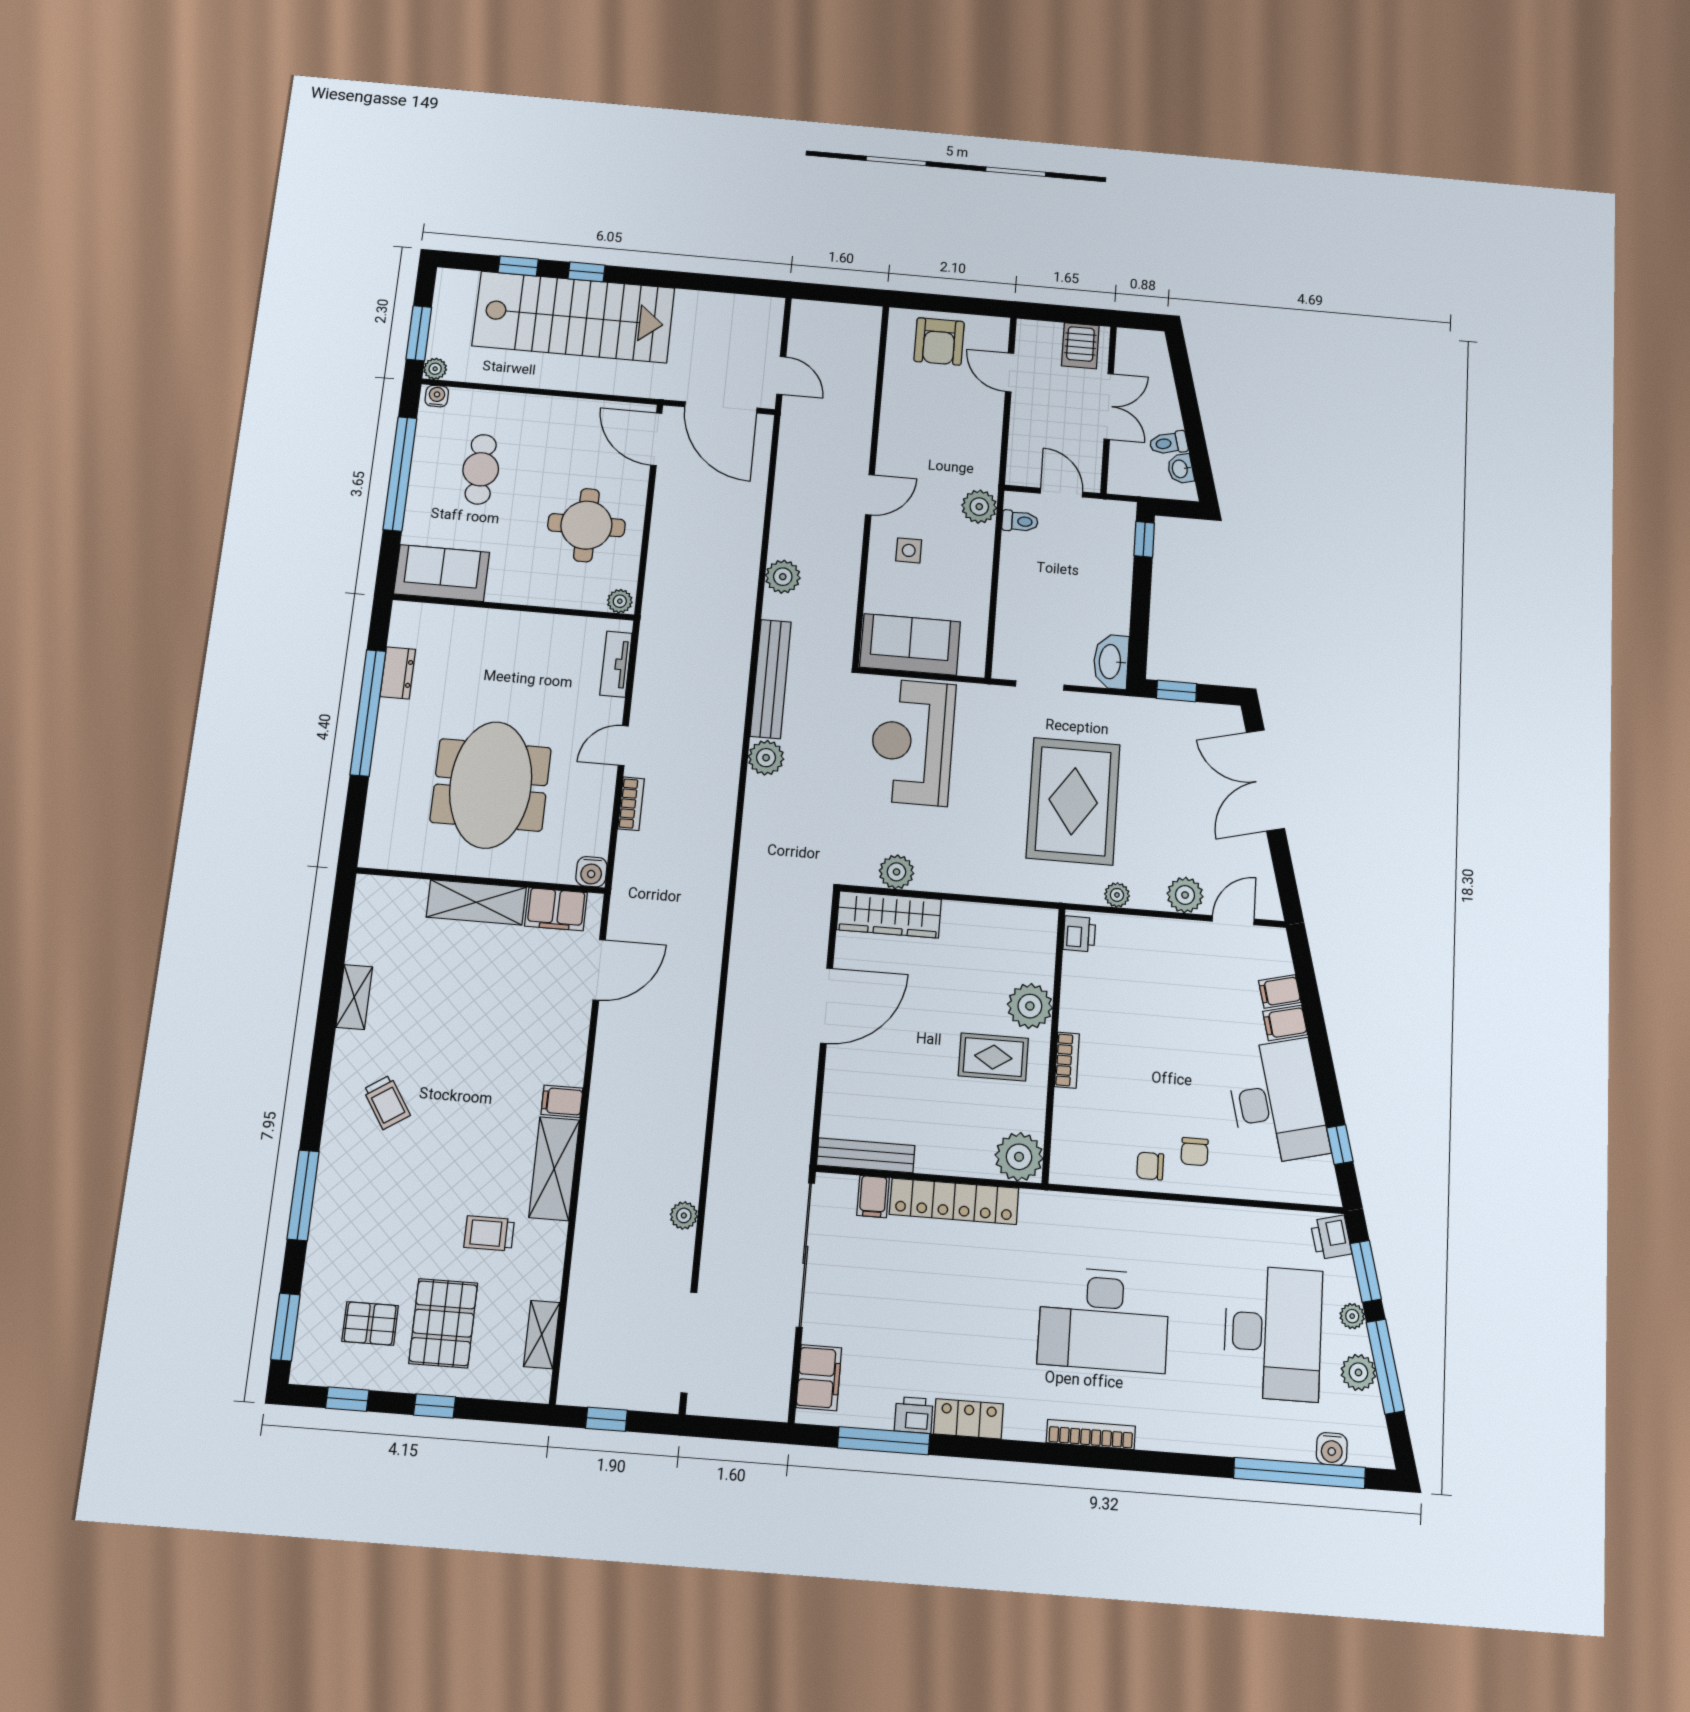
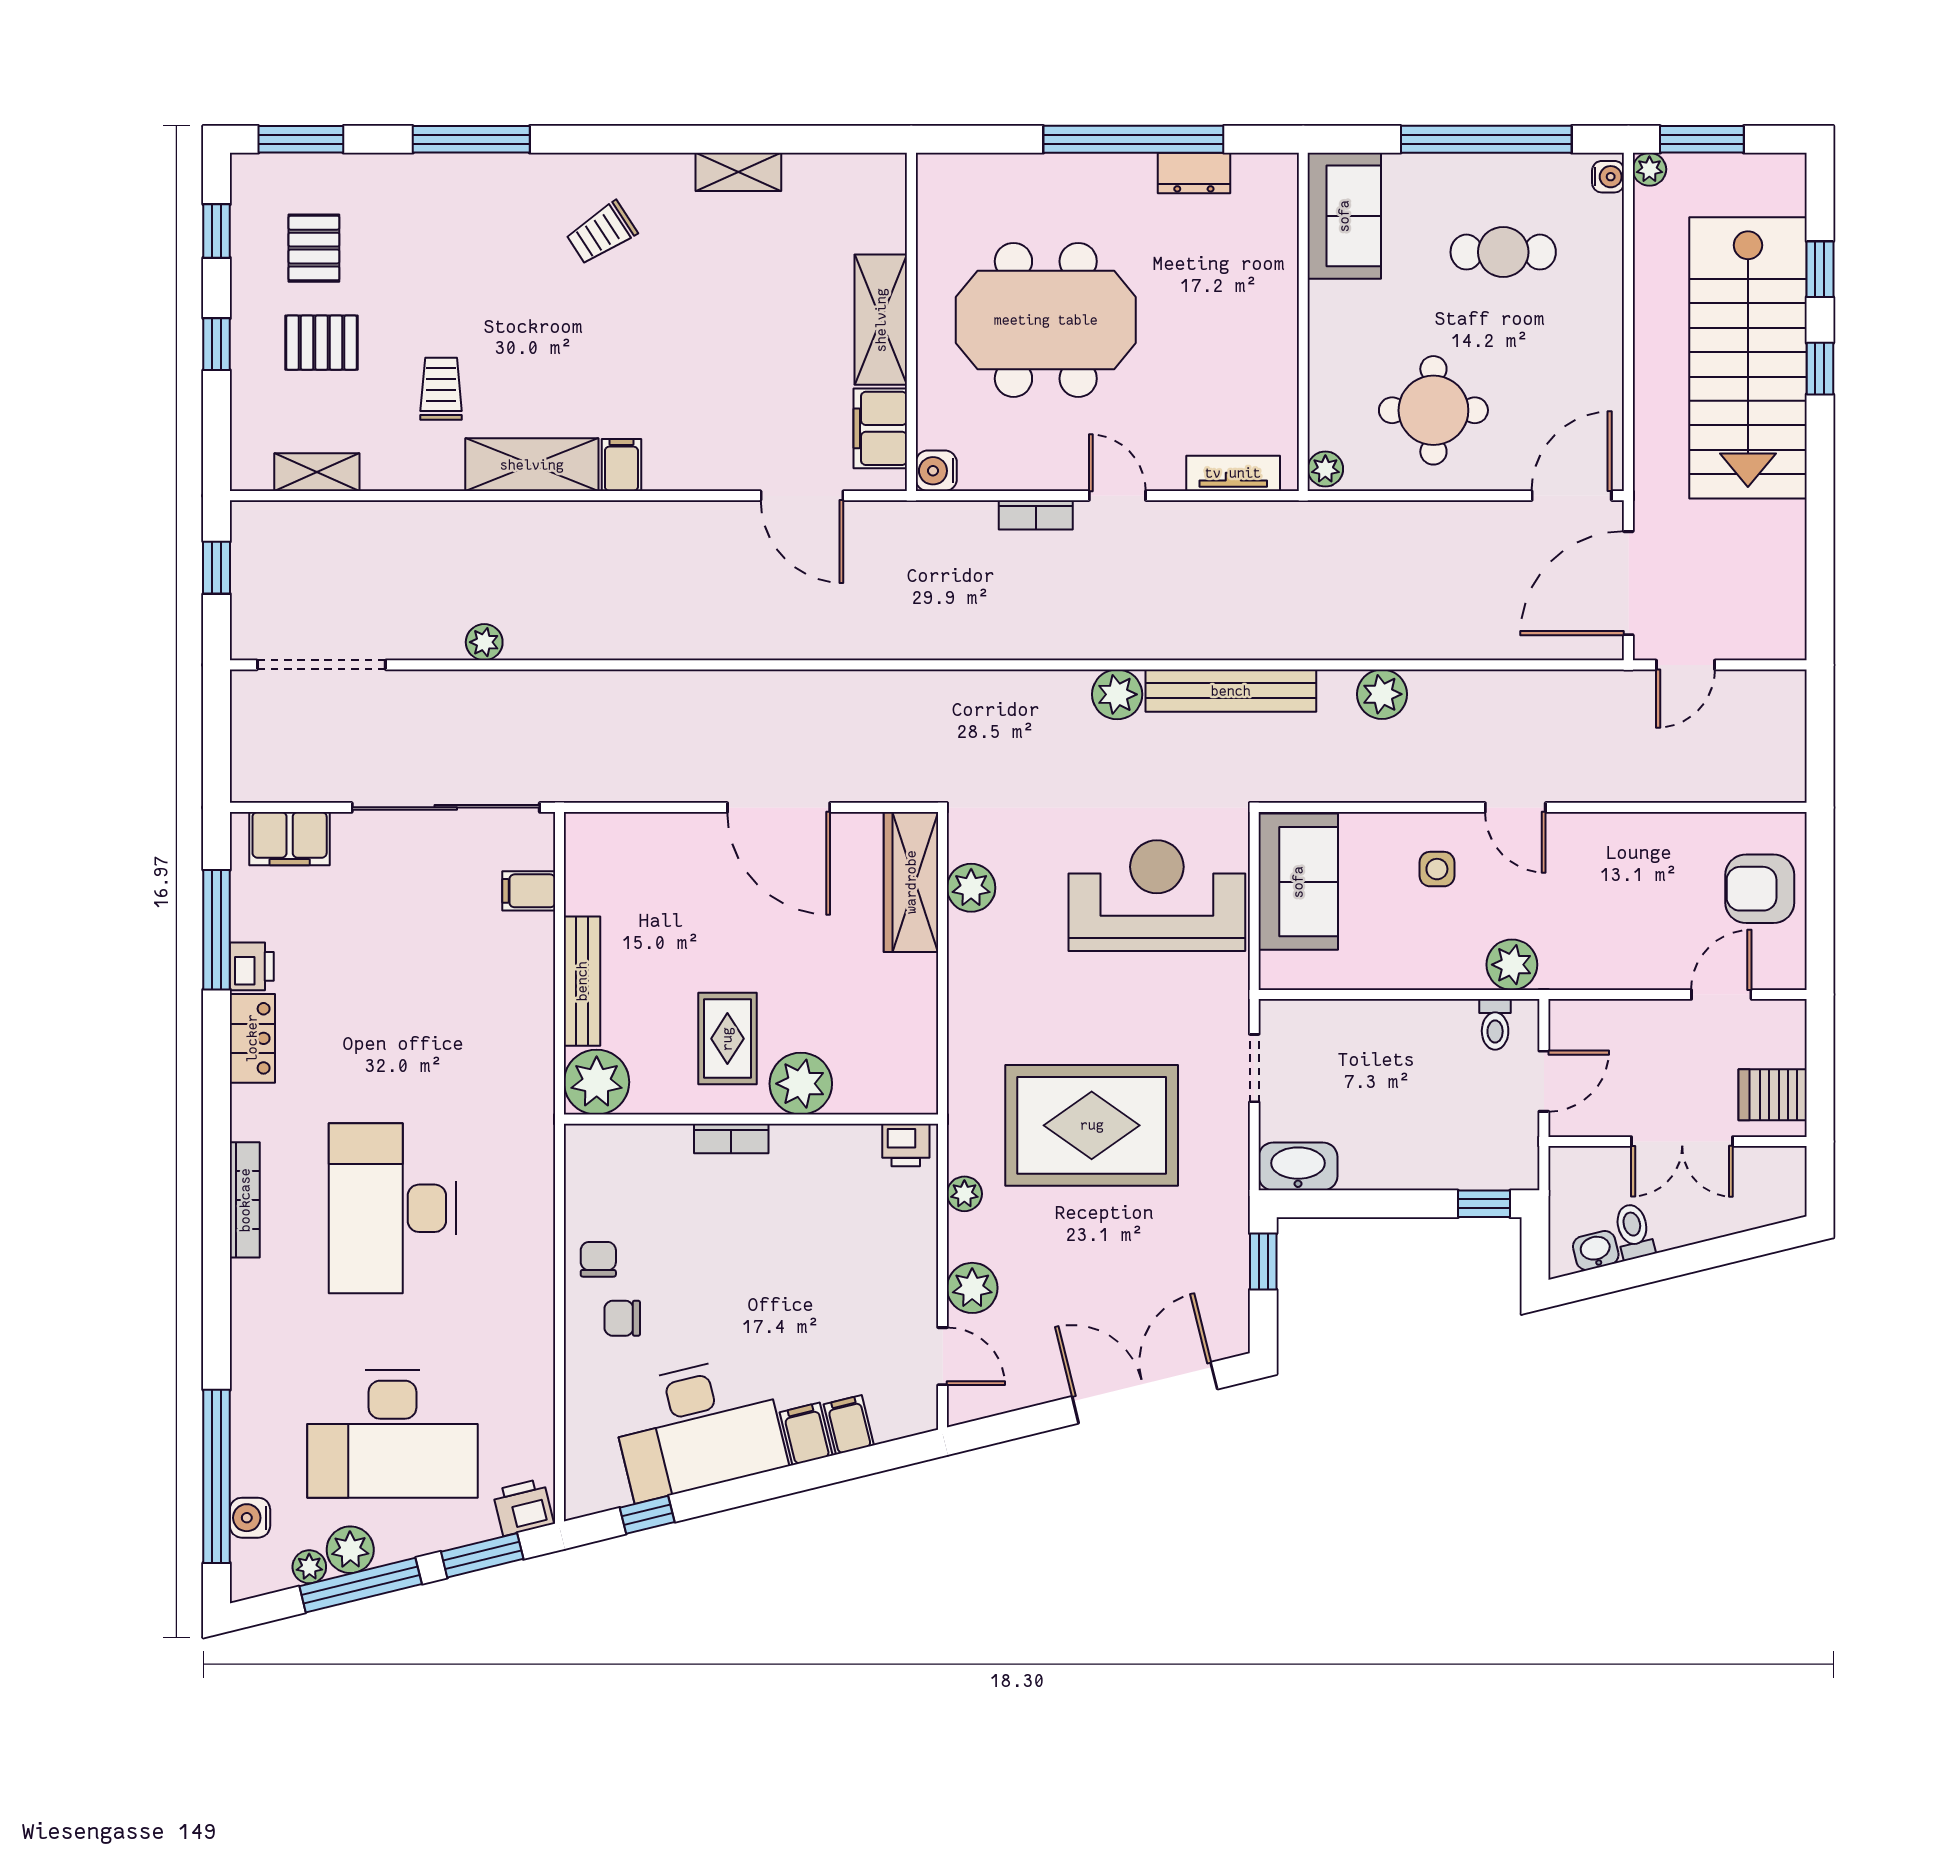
bench: (866, 1155) -> (582, 981), moved
locker: (954, 1201) -> (531, 999), removed
plant: (1352, 1316) -> (309, 1567), moved
pallet: (443, 1323) -> (322, 343), width x0.67, depth x0.71

